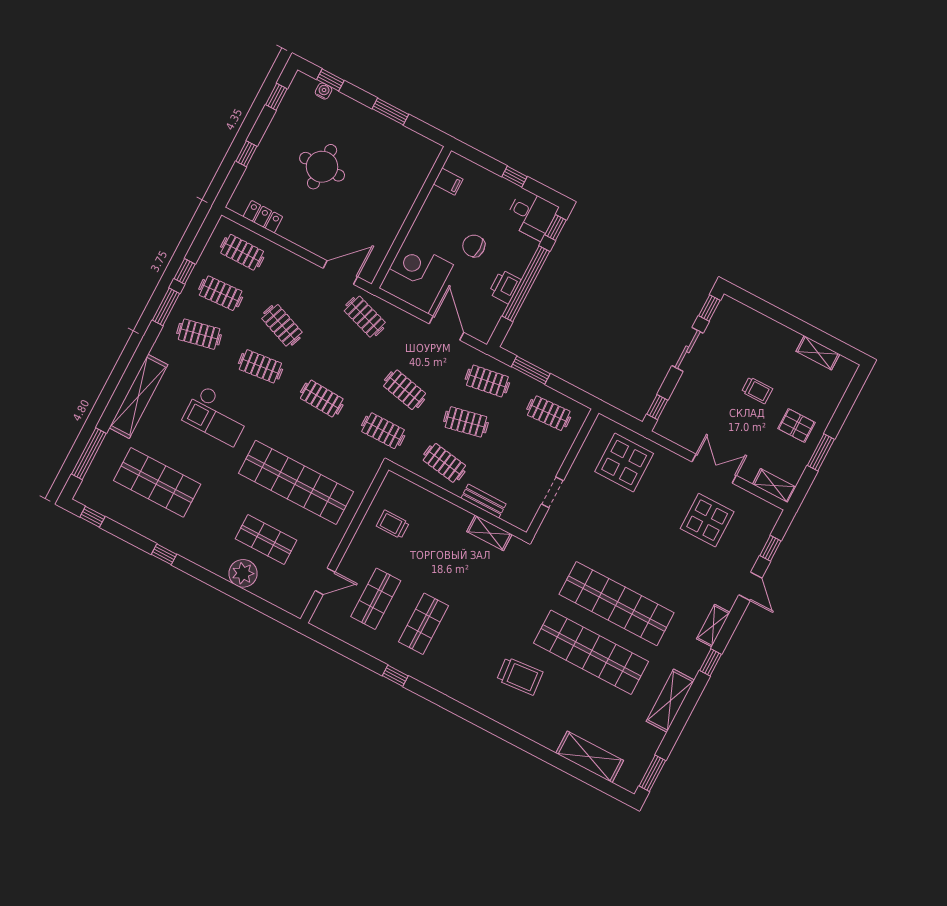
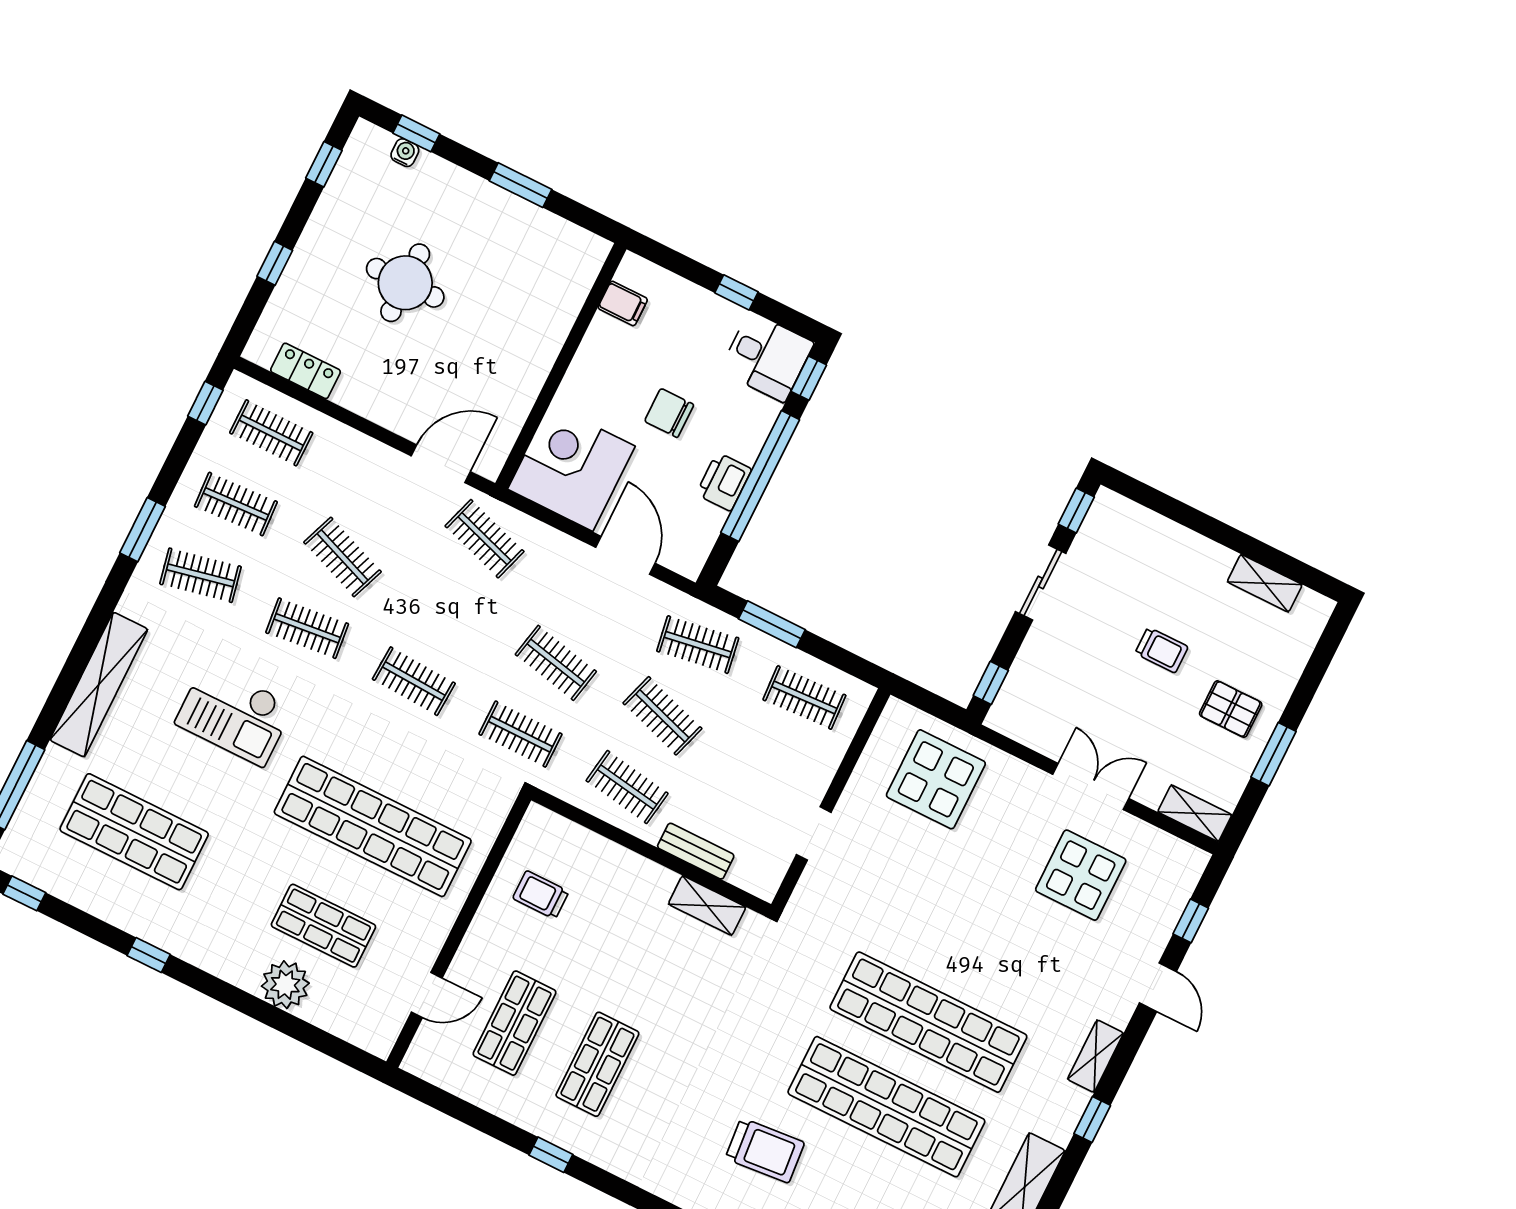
window: (185, 271) -> (205, 403), moved
clothes rail: (466, 422) -> (662, 716), turned 30

